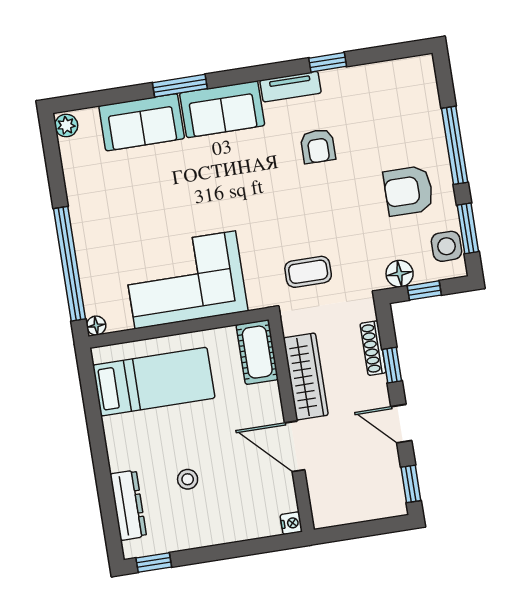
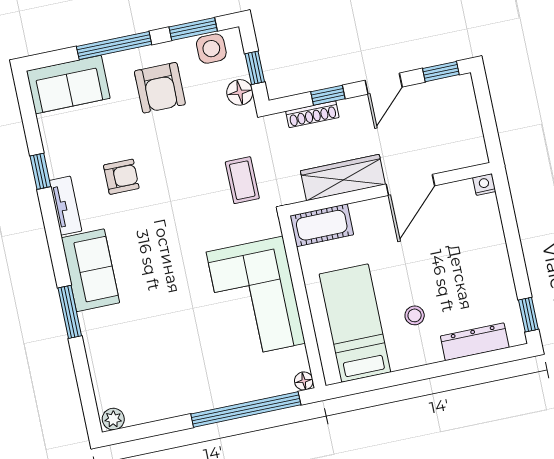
sofa: (142, 122) -> (68, 85), moved, turned 90
stool: (188, 479) -> (415, 315), moved

